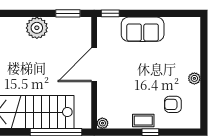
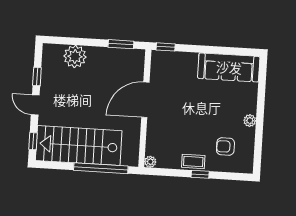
plant: (37, 28) -> (75, 56), moved
sofa: (143, 29) -> (229, 67), moved, width x1.36

